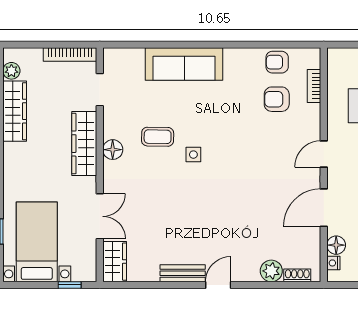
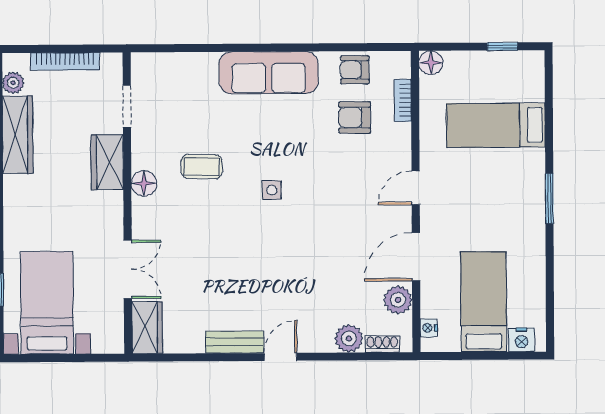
bookcase: (70, 54) -> (65, 61), moved
sofa: (184, 64) -> (269, 73), moved
wardrobe: (84, 144) -> (107, 162), width x0.67
side table: (193, 155) -> (272, 190), moved
plant: (310, 241) -> (398, 300), added
floor lamp: (336, 245) -> (431, 63), moved
window: (70, 285) -> (90, 358), removed

